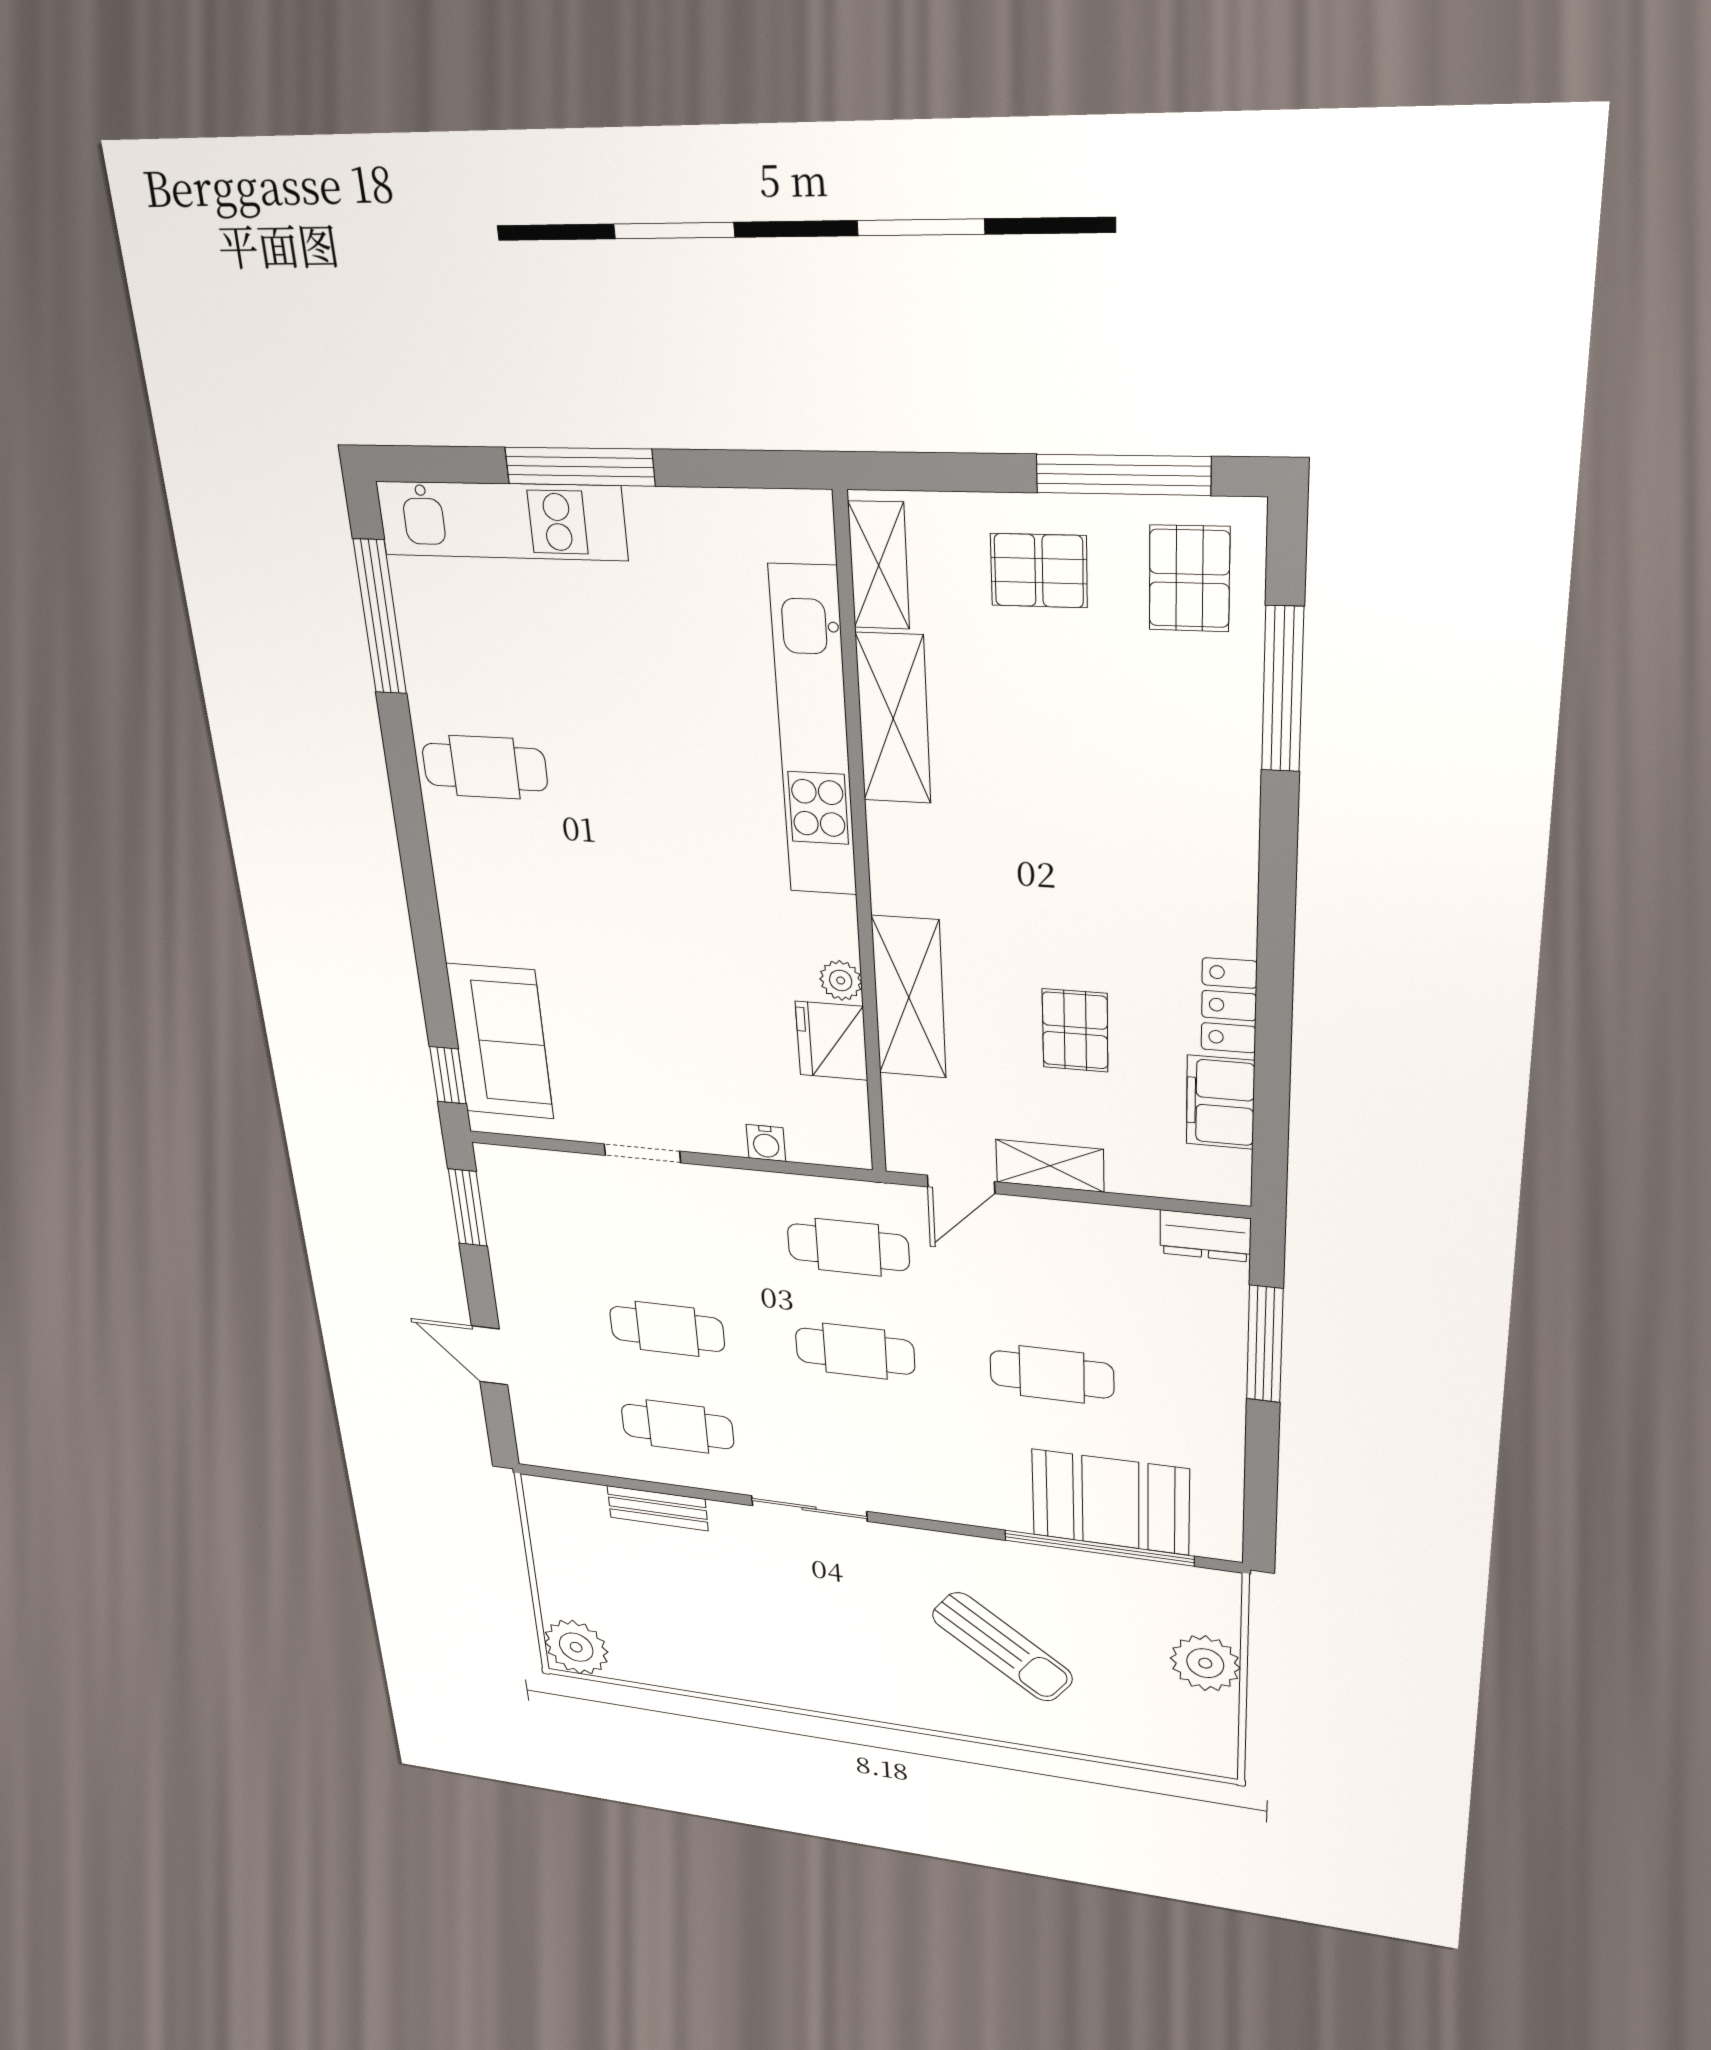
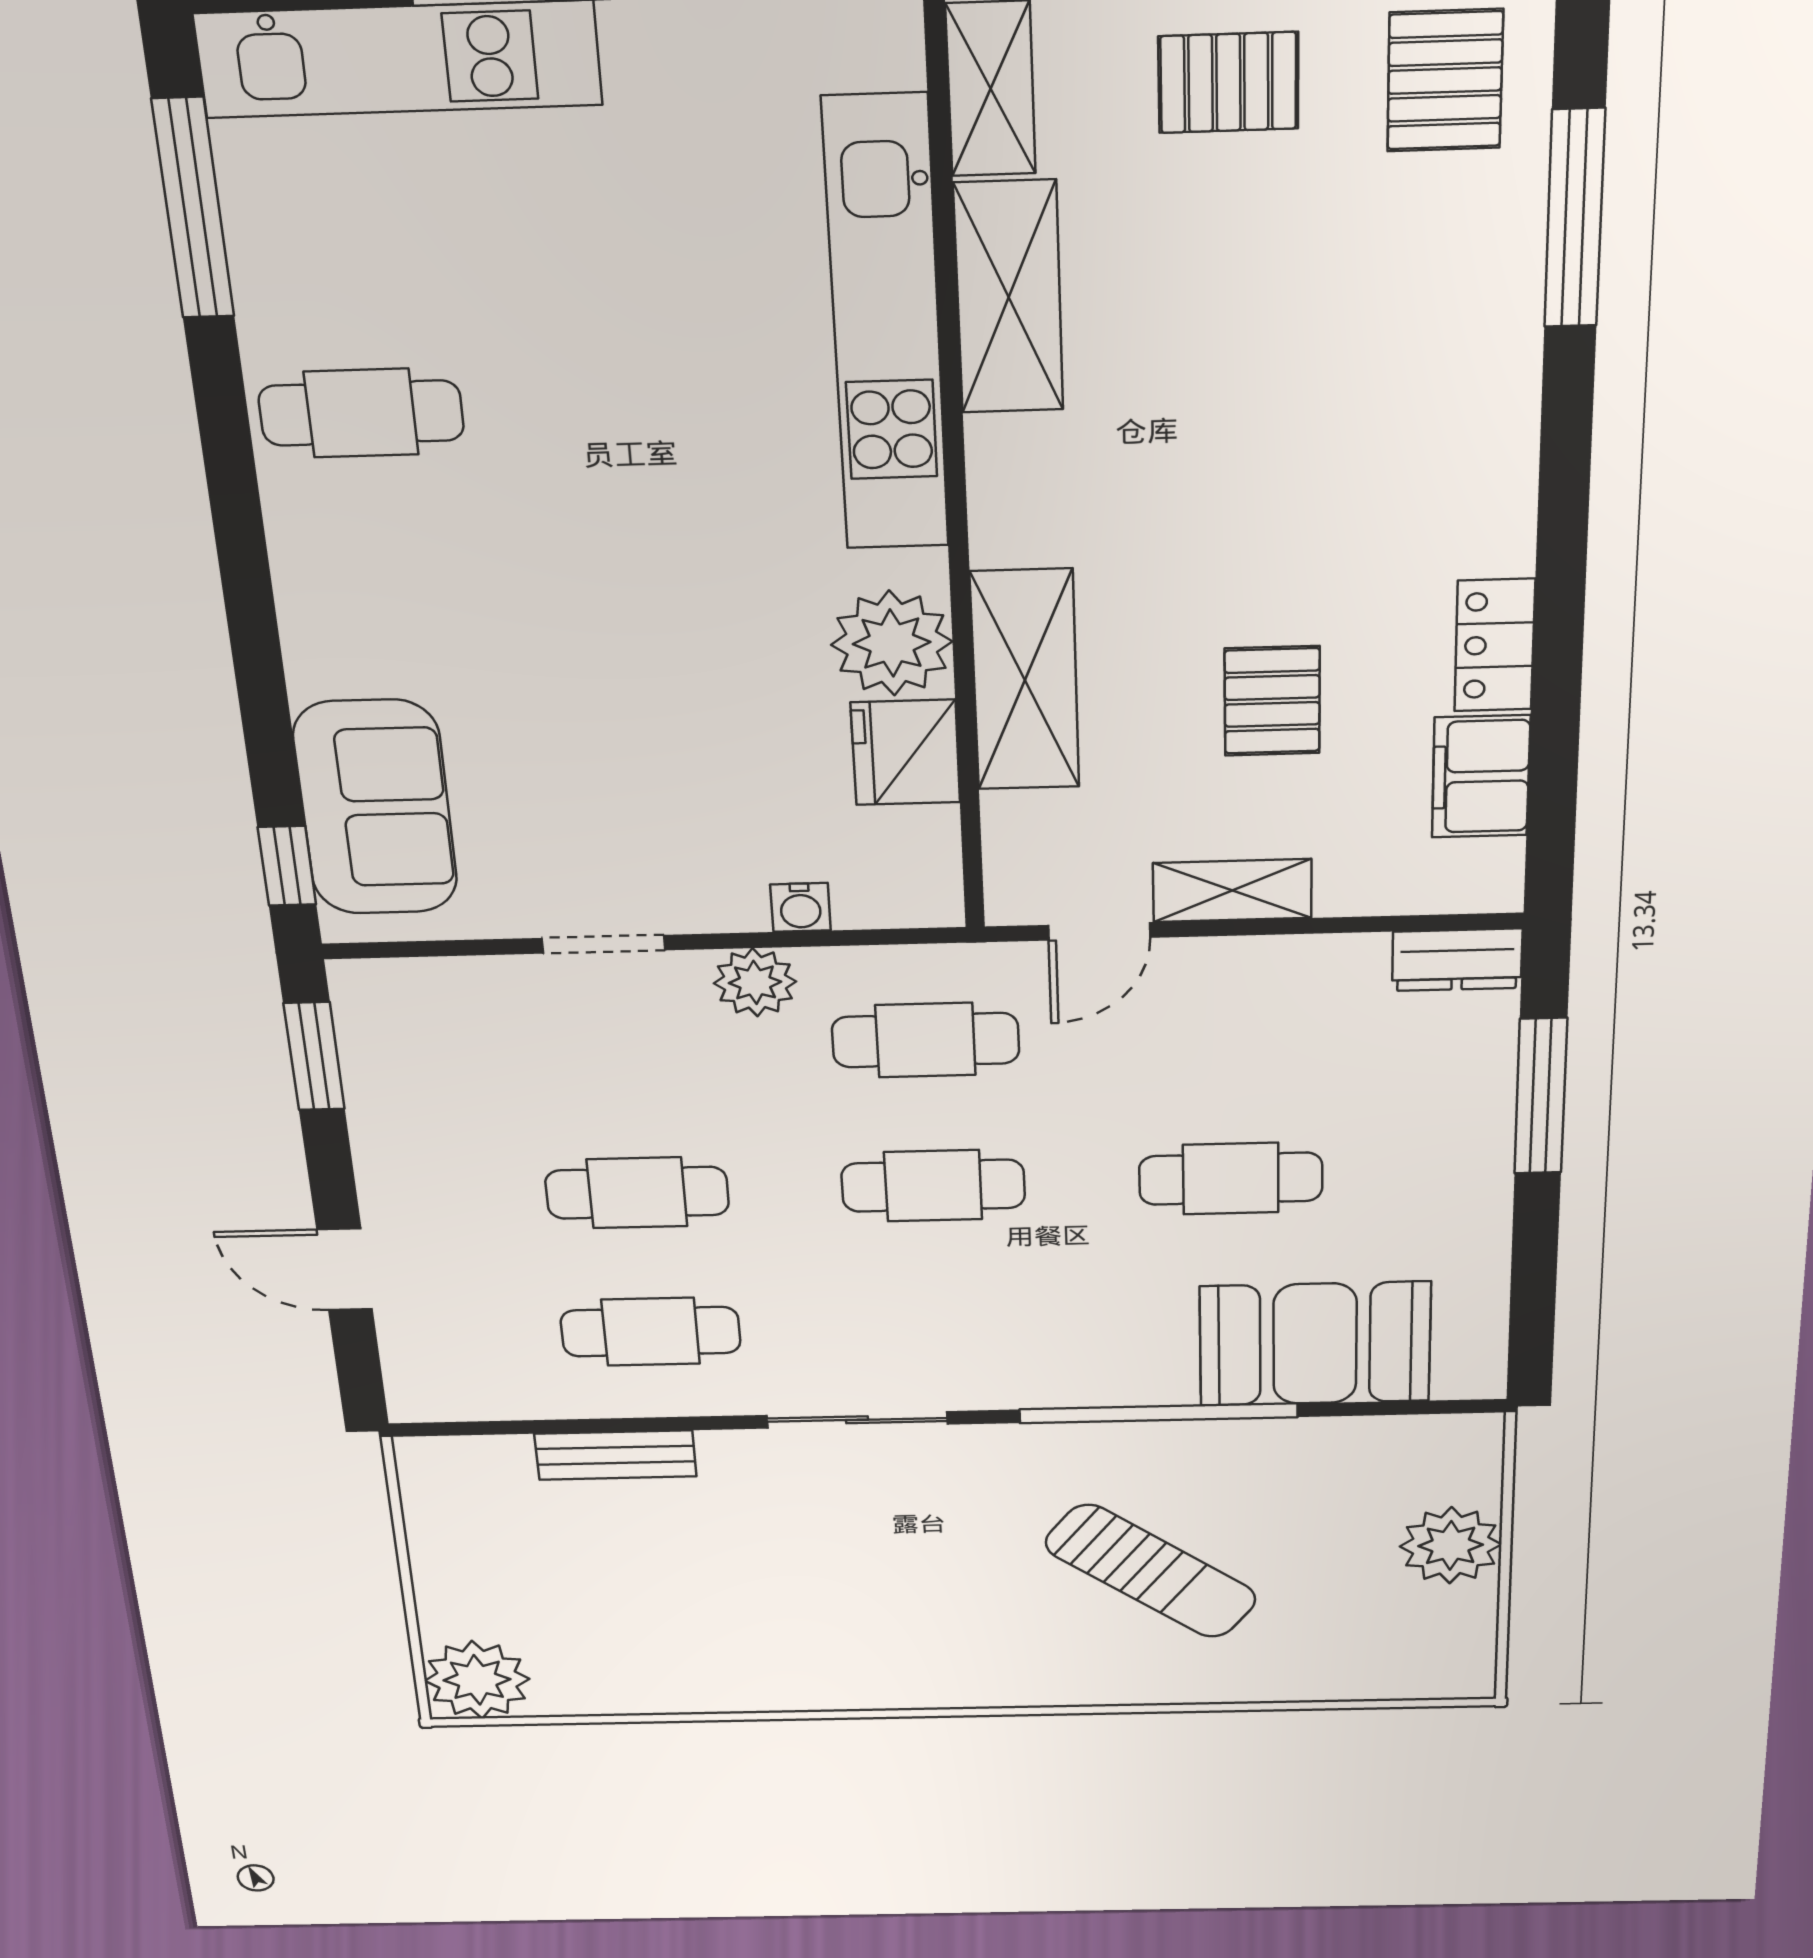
plant: (841, 980) -> (892, 643), width x1.88, depth x1.88
plant: (738, 1192) -> (755, 982), added
window: (1099, 1548) -> (1158, 1413), moved

